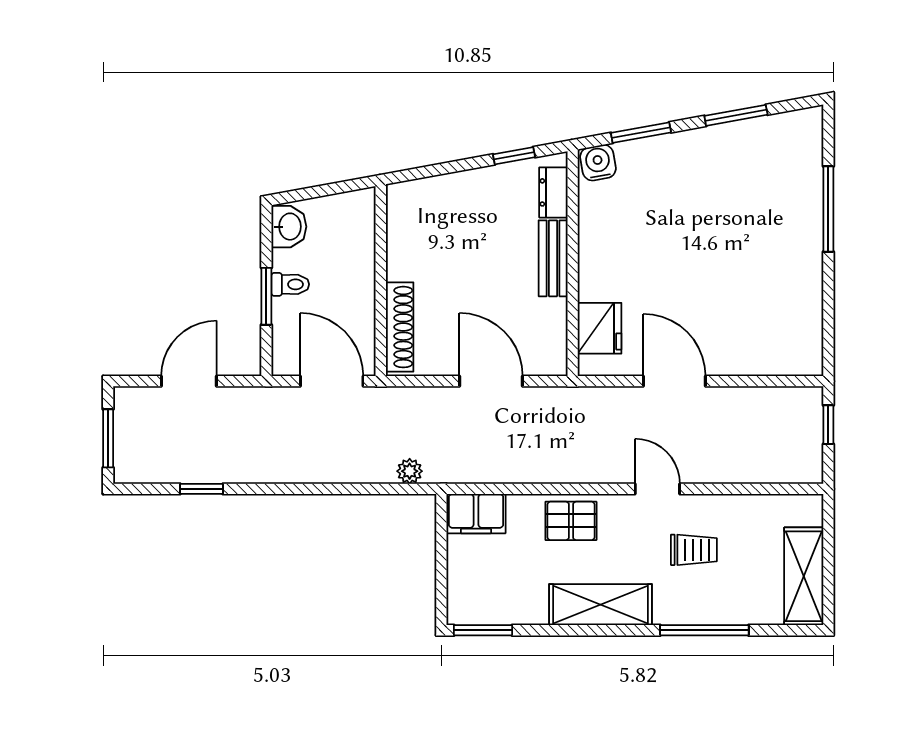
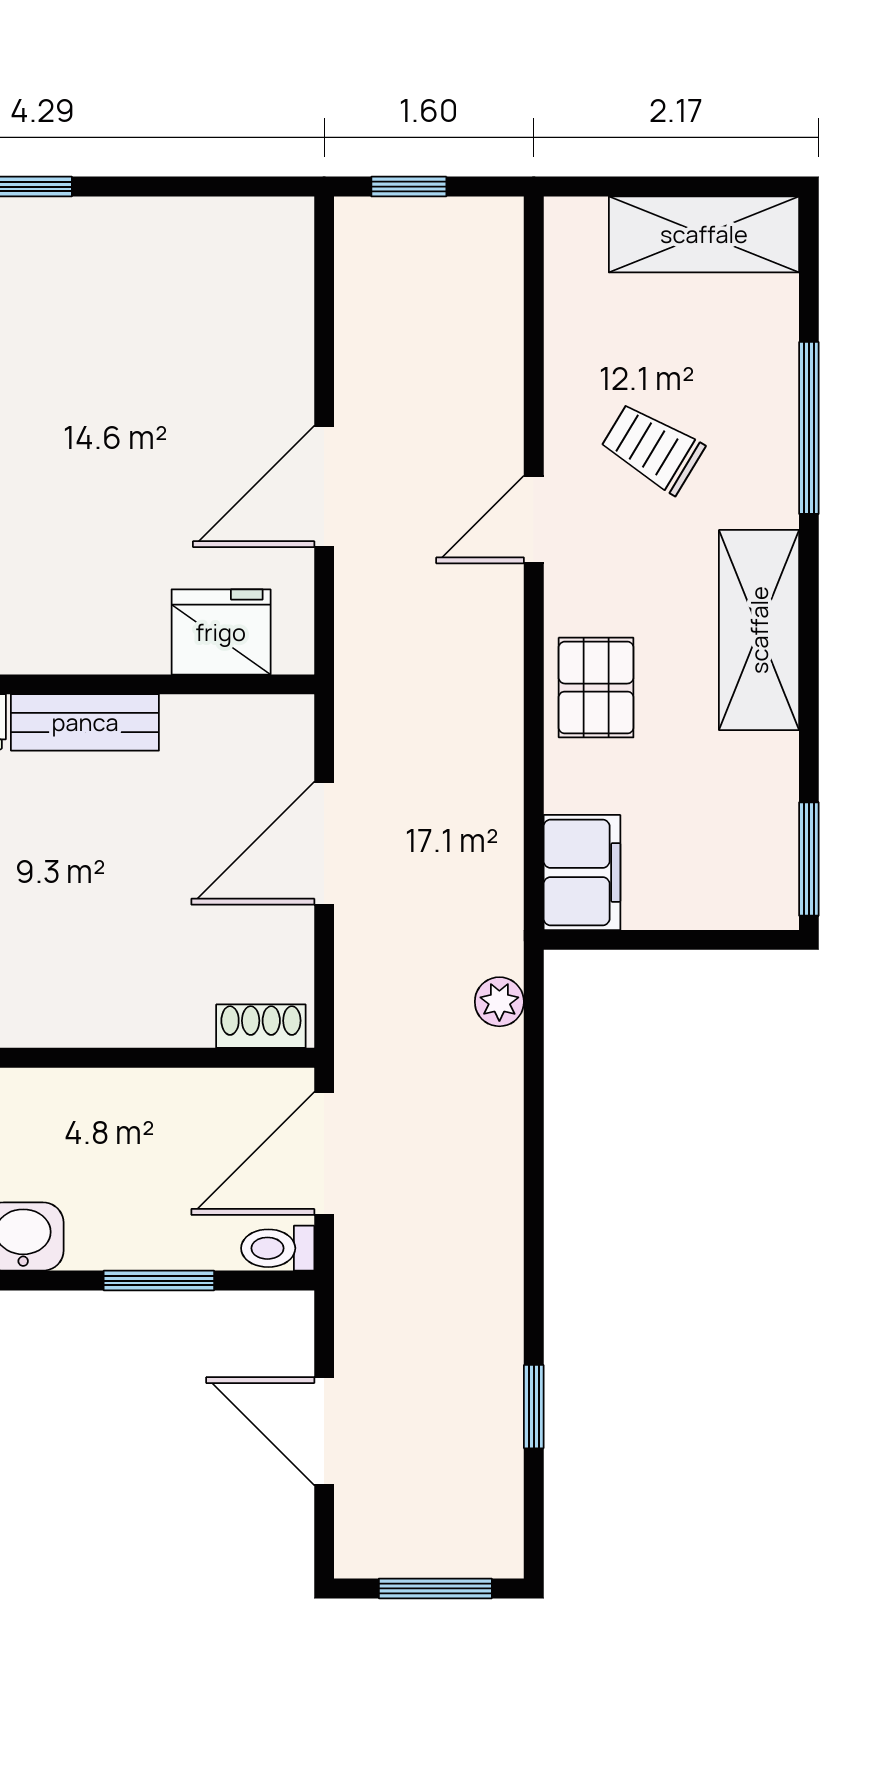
toilet: (290, 284) -> (278, 1248), moved, turned -90
shoe rack: (400, 327) -> (261, 1026), width x0.51, depth x0.81
trolley: (694, 550) -> (652, 448), turned -59

